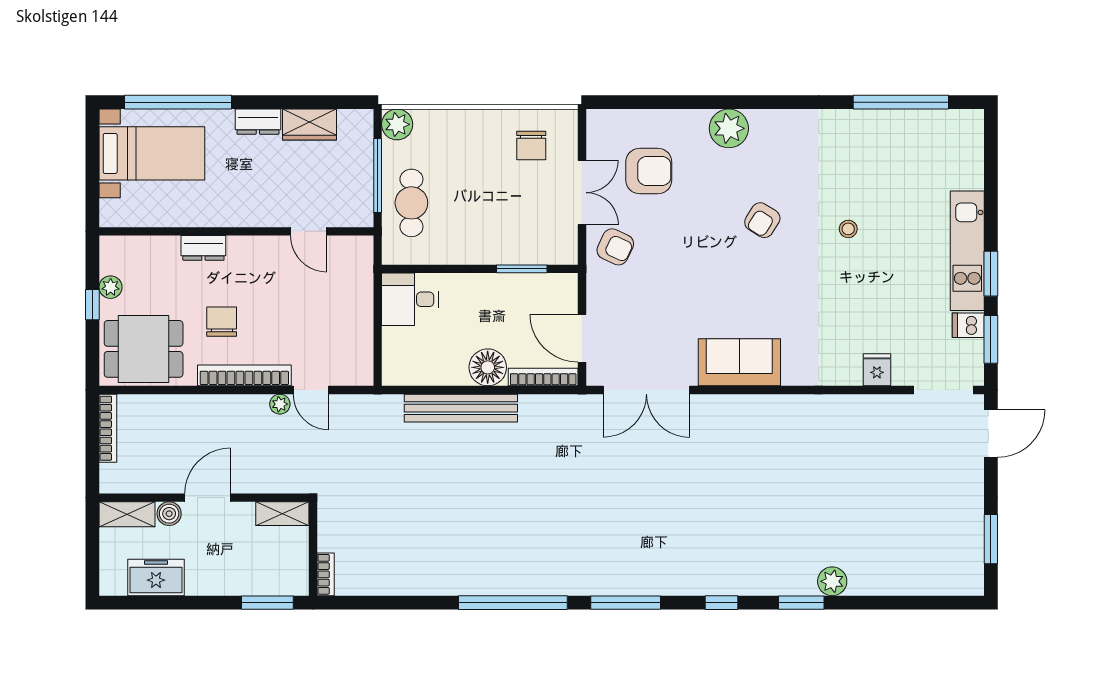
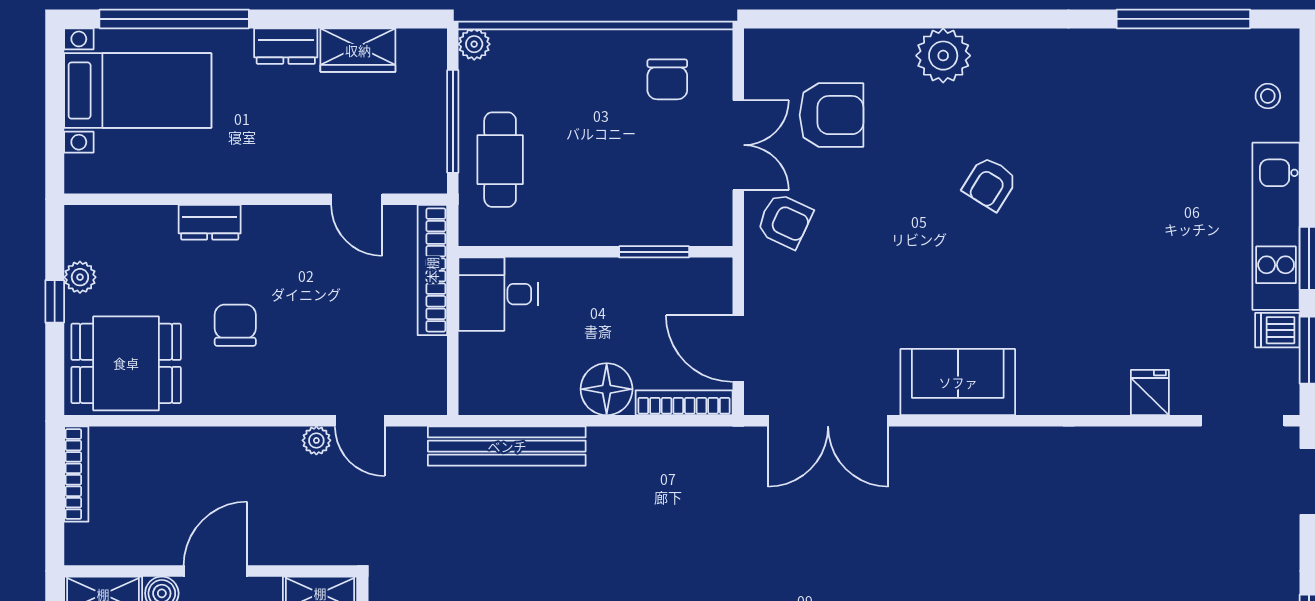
plant: (397, 124) -> (474, 44), width x0.73, depth x0.73
stool: (848, 229) -> (1268, 96), moved
bookcase: (244, 375) -> (432, 270), moved, turned -90
bench: (461, 408) -> (507, 446), moved

